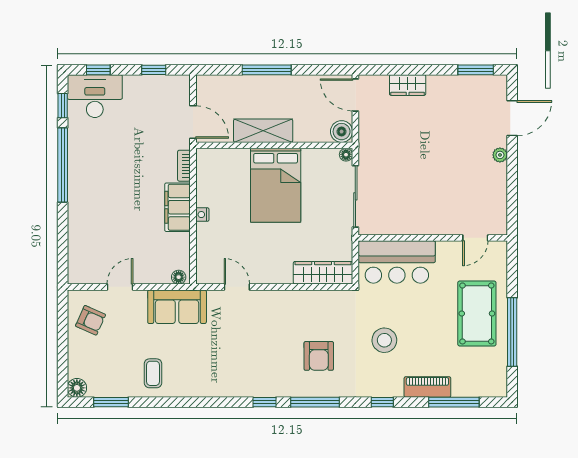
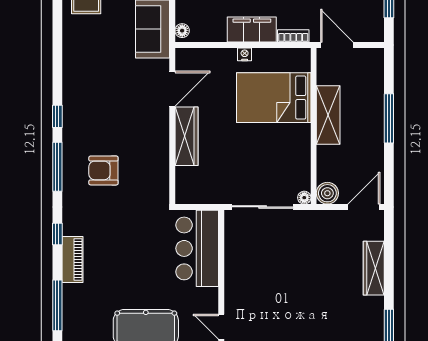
wardrobe: (408, 85) -> (374, 268), width x1.50
door: (193, 122) -> (337, 45), swing flipped
bed: (276, 185) -> (274, 98), moved
wardrobe: (323, 273) -> (186, 136), moved
door: (237, 287) -> (172, 89), width x1.38
stool: (384, 340) -> (119, 236), removed
piano: (427, 387) -> (72, 260), moved

